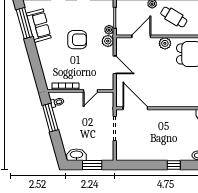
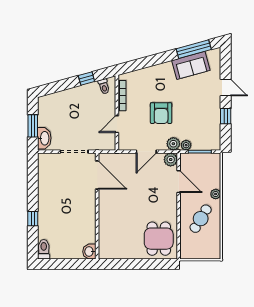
armchair: (77, 40) -> (161, 113), moved
plant: (165, 43) -> (171, 160), moved
door: (91, 91) -> (117, 124), hinge flipped
door: (135, 108) -> (97, 175), hinge flipped
window: (50, 118) -> (86, 79), width x0.46
washbasin: (76, 155) -> (44, 138), moved

